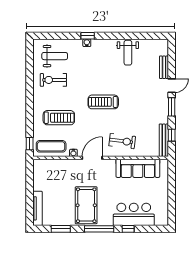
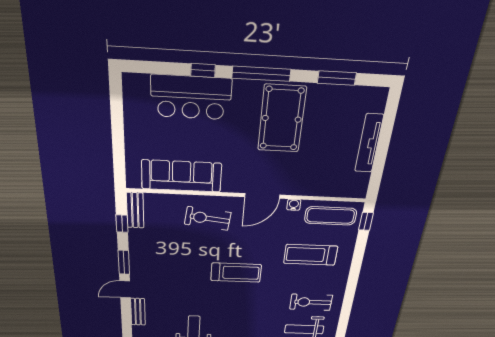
exercise bike: (53, 80) -> (311, 302), turned 180
bench: (164, 140) -> (135, 210), width x0.73
tv unit: (37, 208) -> (369, 143), moved

